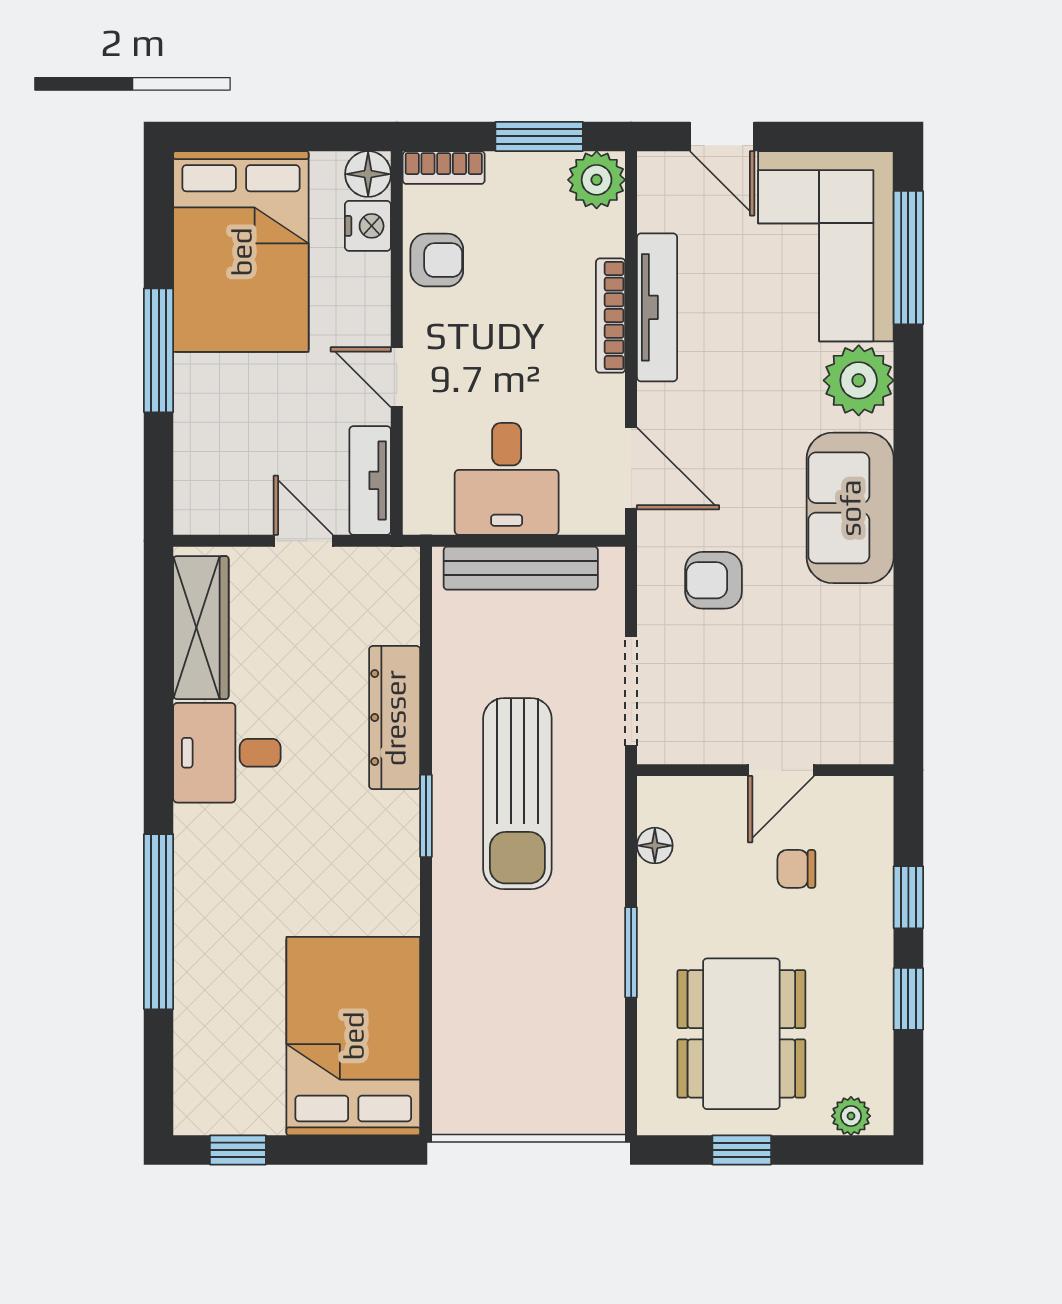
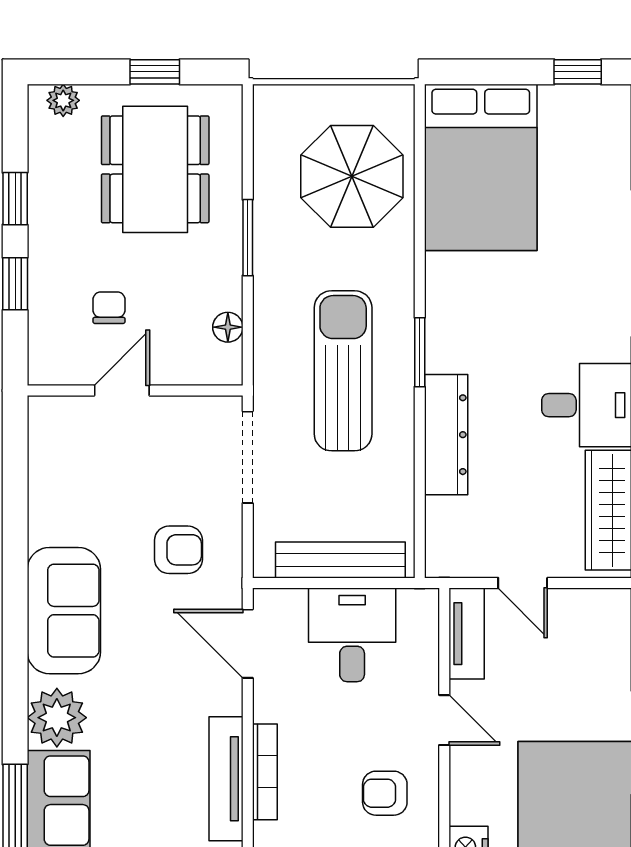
armchair: (437, 260) -> (385, 793), moved
chair: (796, 869) -> (109, 308), turned -90
parasol: (507, 1025) -> (352, 176), added

